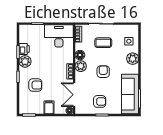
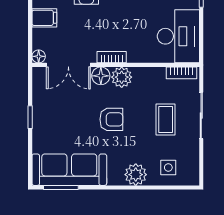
floor lamp: (80, 55) -> (101, 76), moved
double door: (74, 95) -> (68, 65), swing flipped
armchair: (100, 101) -> (56, 113), removed

